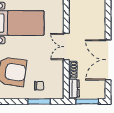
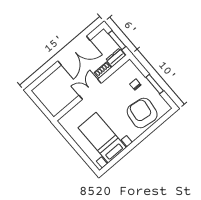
double door: (66, 47) -> (90, 89), swing flipped
window: (39, 101) -> (155, 84), moved

